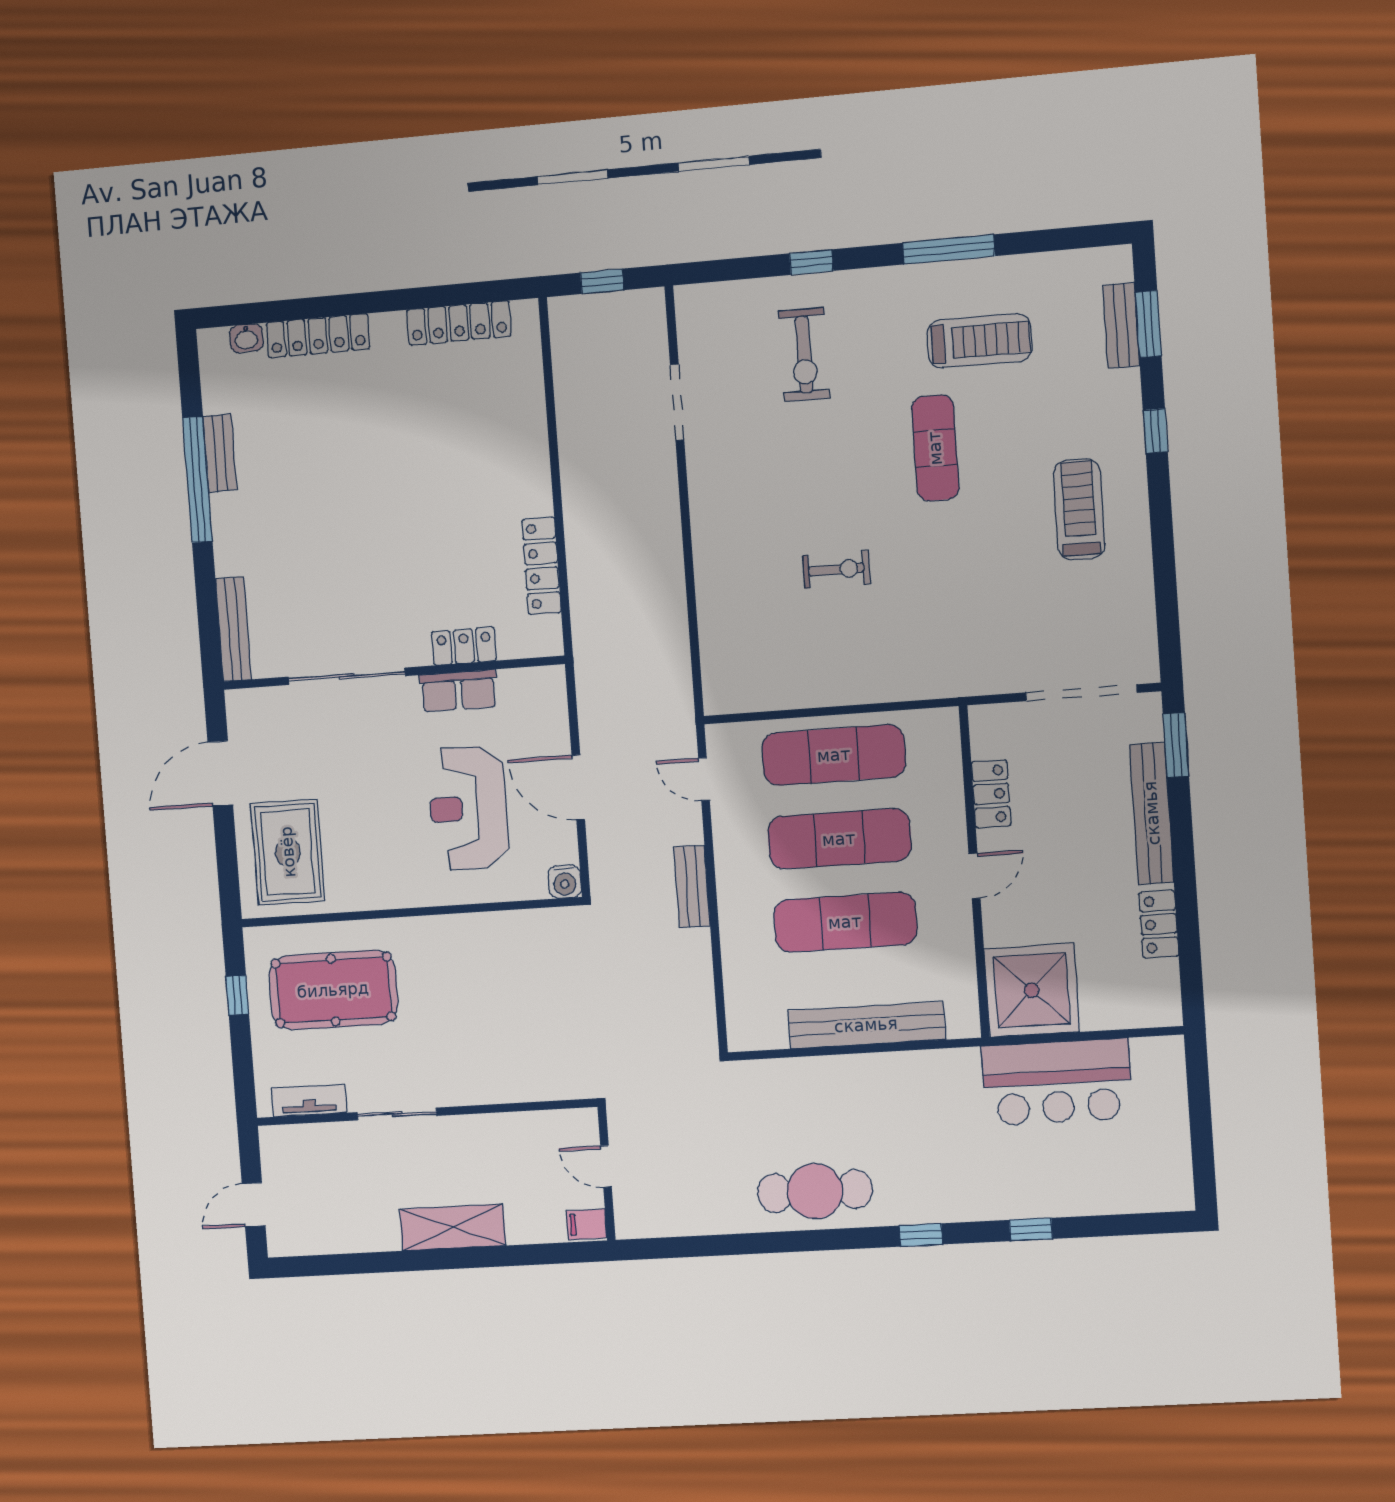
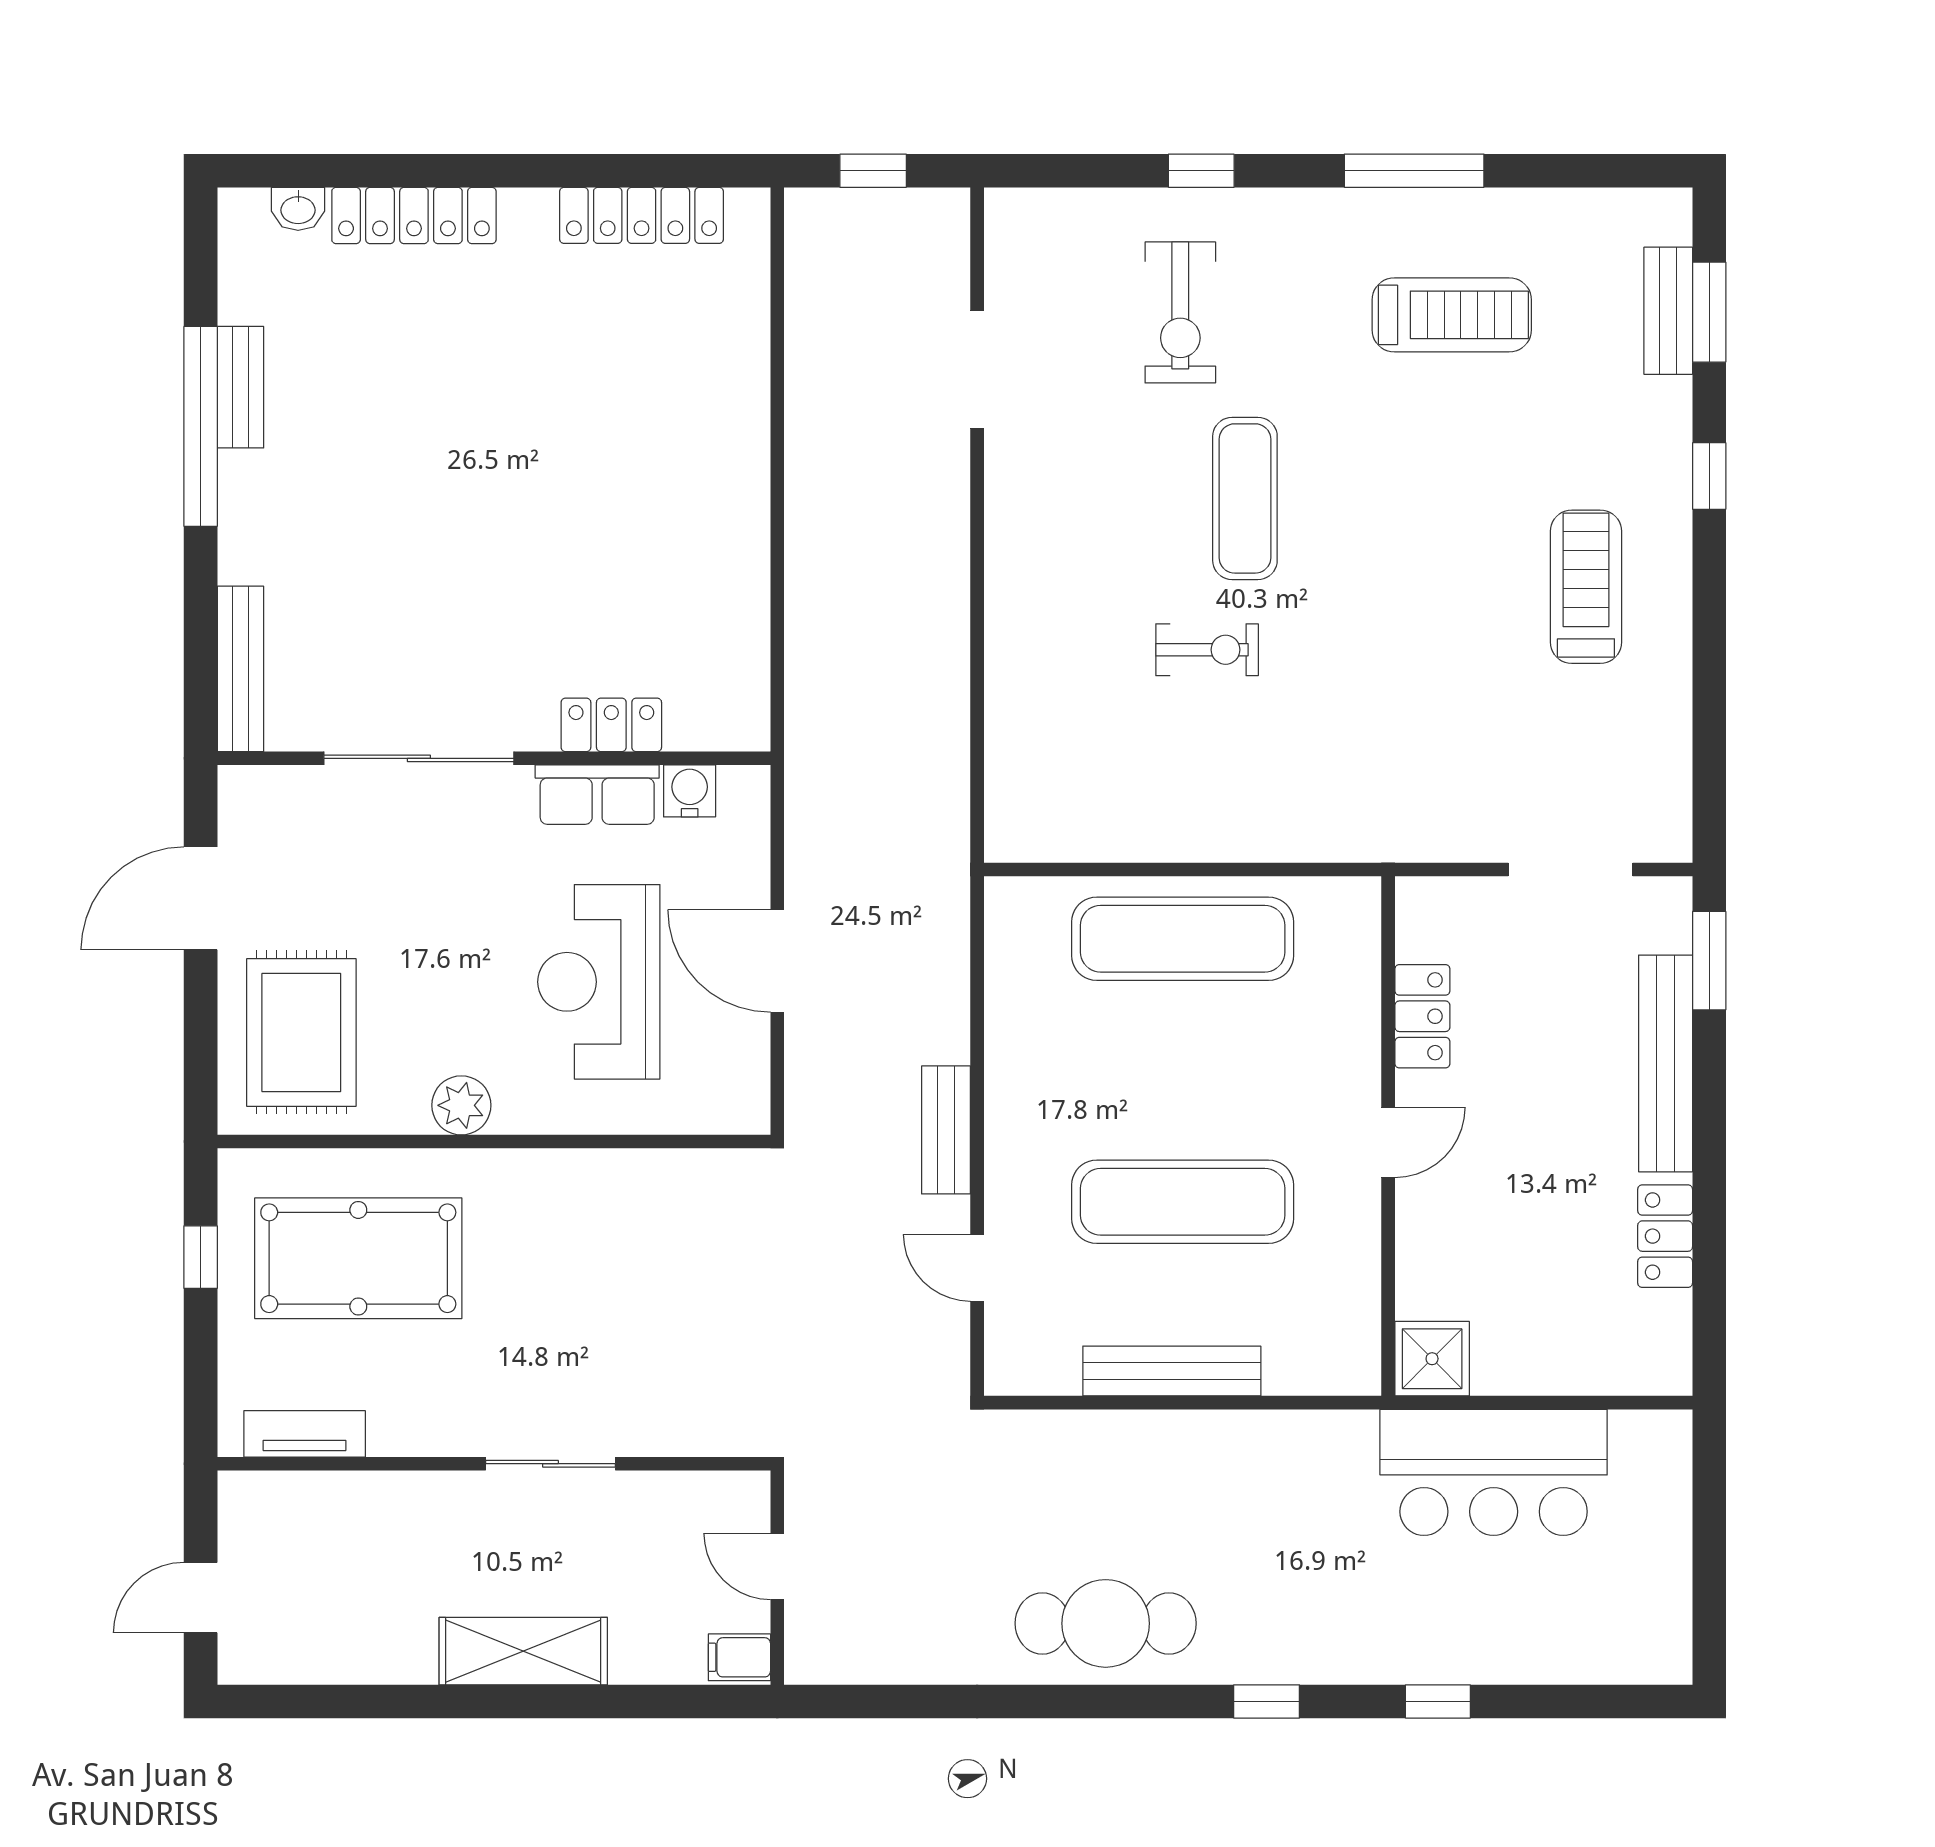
exercise mat: (935, 448) -> (1245, 498), moved
locker: (541, 566) -> (744, 608), removed
doorway: (1081, 693) -> (1571, 869), width x0.73
door: (704, 779) -> (977, 1268), moved
exercise mat: (839, 839) -> (1183, 1070), removed
water cooler: (565, 882) -> (690, 791), moved, turned 180
plant: (389, 891) -> (461, 1105), added
shower: (1032, 990) -> (1432, 1359), width x0.54, depth x0.54
bench: (866, 1025) -> (1172, 1371), width x0.73, depth x0.82
sliding door: (397, 1114) -> (550, 1464), moved

